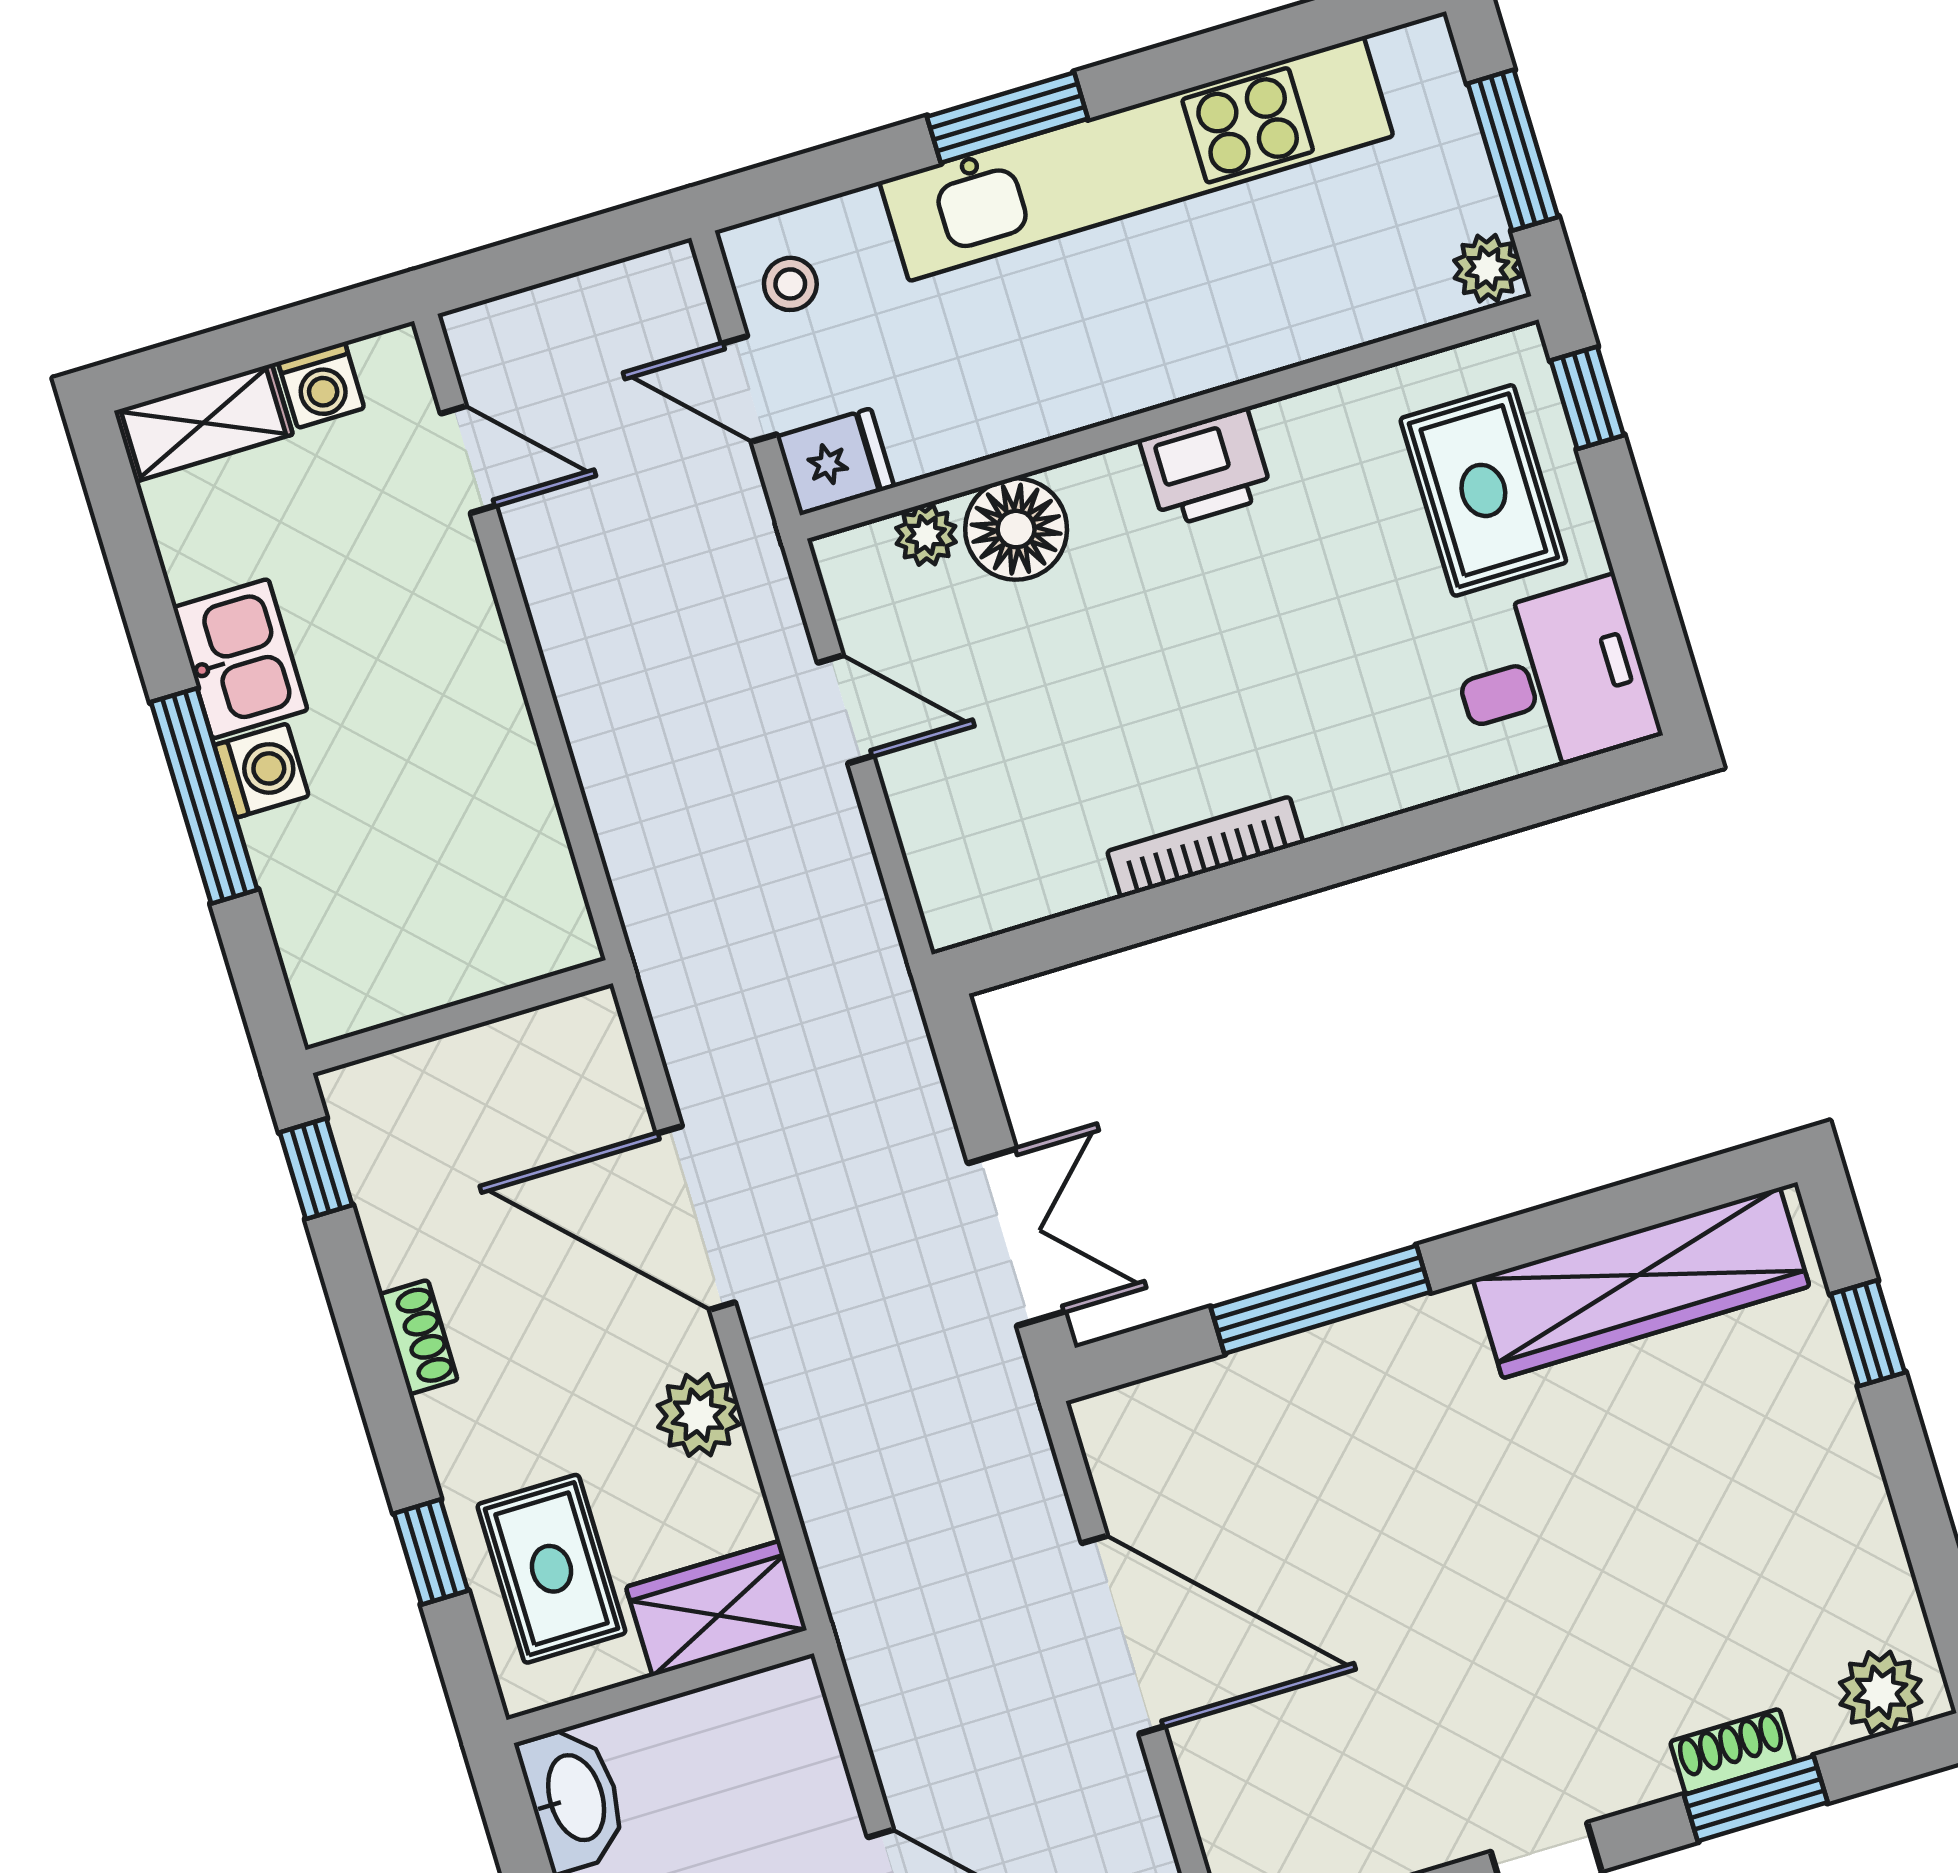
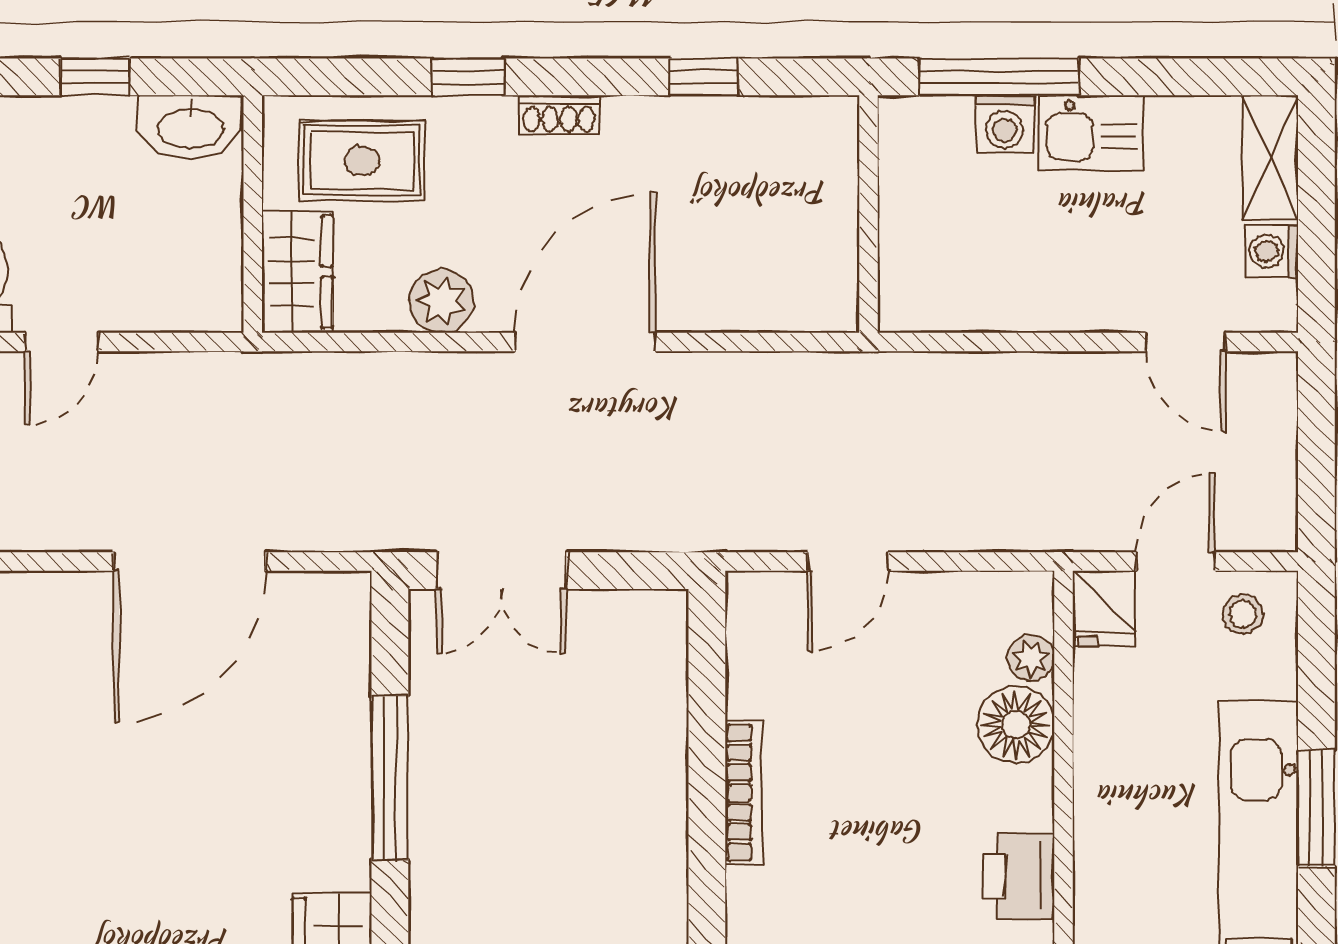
door: (468, 459) -> (1186, 342), hinge flipped
door: (845, 709) -> (848, 561), moved
wall: (459, 1017) -> (868, 214), moved
window: (431, 1552) -> (468, 77), moved

